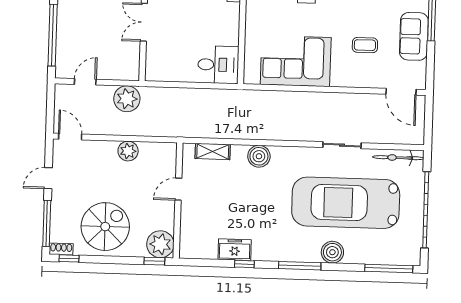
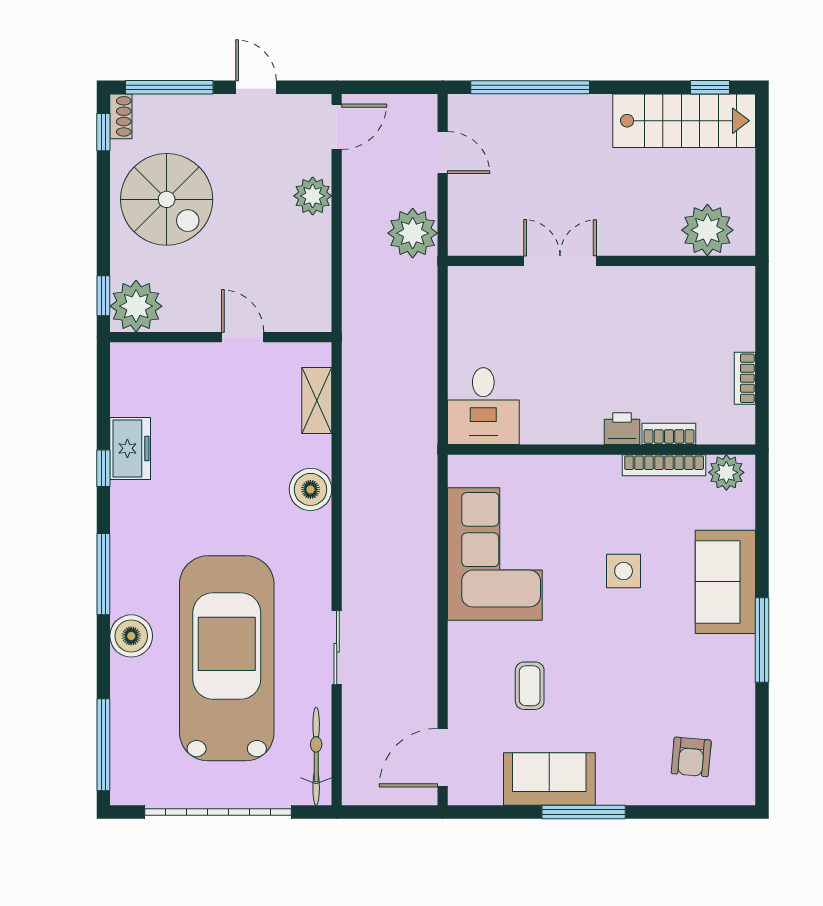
plant: (128, 151) -> (313, 196), moved

